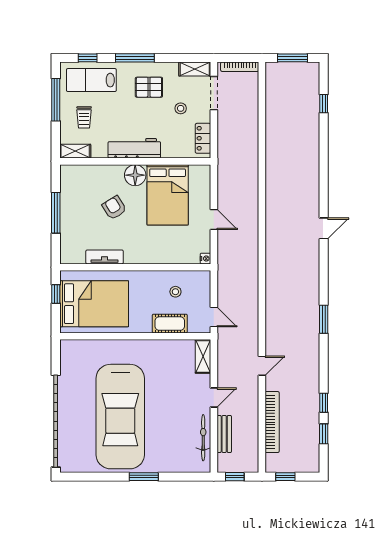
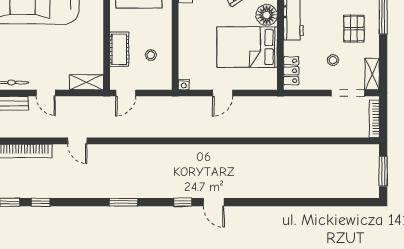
window: (324, 104) -> (183, 202), moved
locker: (203, 138) -> (291, 71), moved, turned 90

